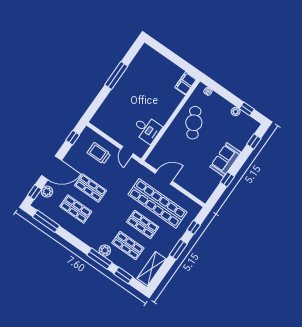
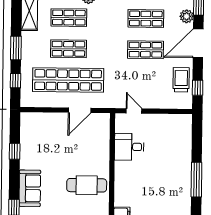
cafe table: (194, 123) -> (87, 185), turned -62
trolley: (99, 153) -> (181, 80), moved, turned -90
sofa: (225, 160) -> (30, 188), moved

